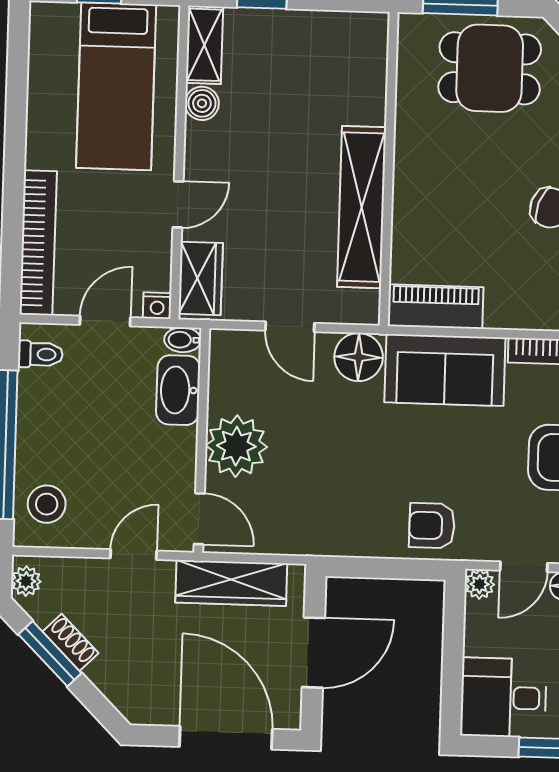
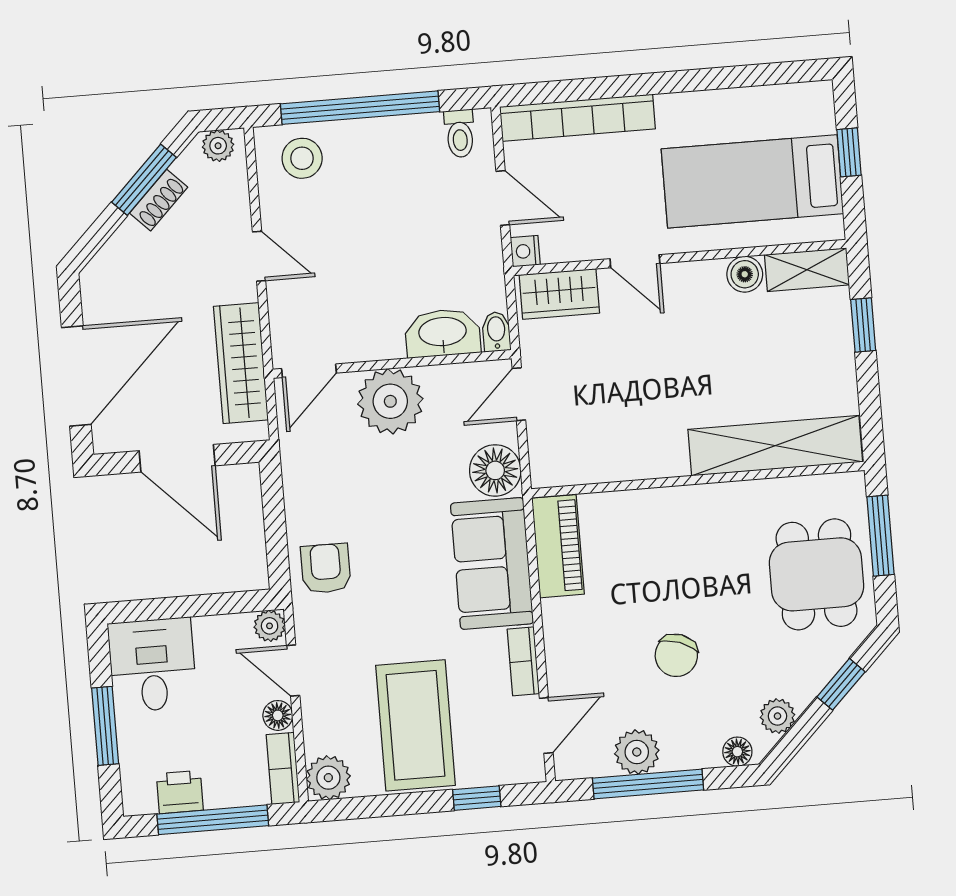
shelving: (362, 207) -> (775, 446), moved
bidet: (183, 340) -> (496, 332), moved
washbasin: (178, 390) -> (443, 333), moved
wall: (202, 440) -> (392, 364), moved
plant: (236, 446) -> (390, 401), moved
door: (199, 519) -> (309, 371), moved

